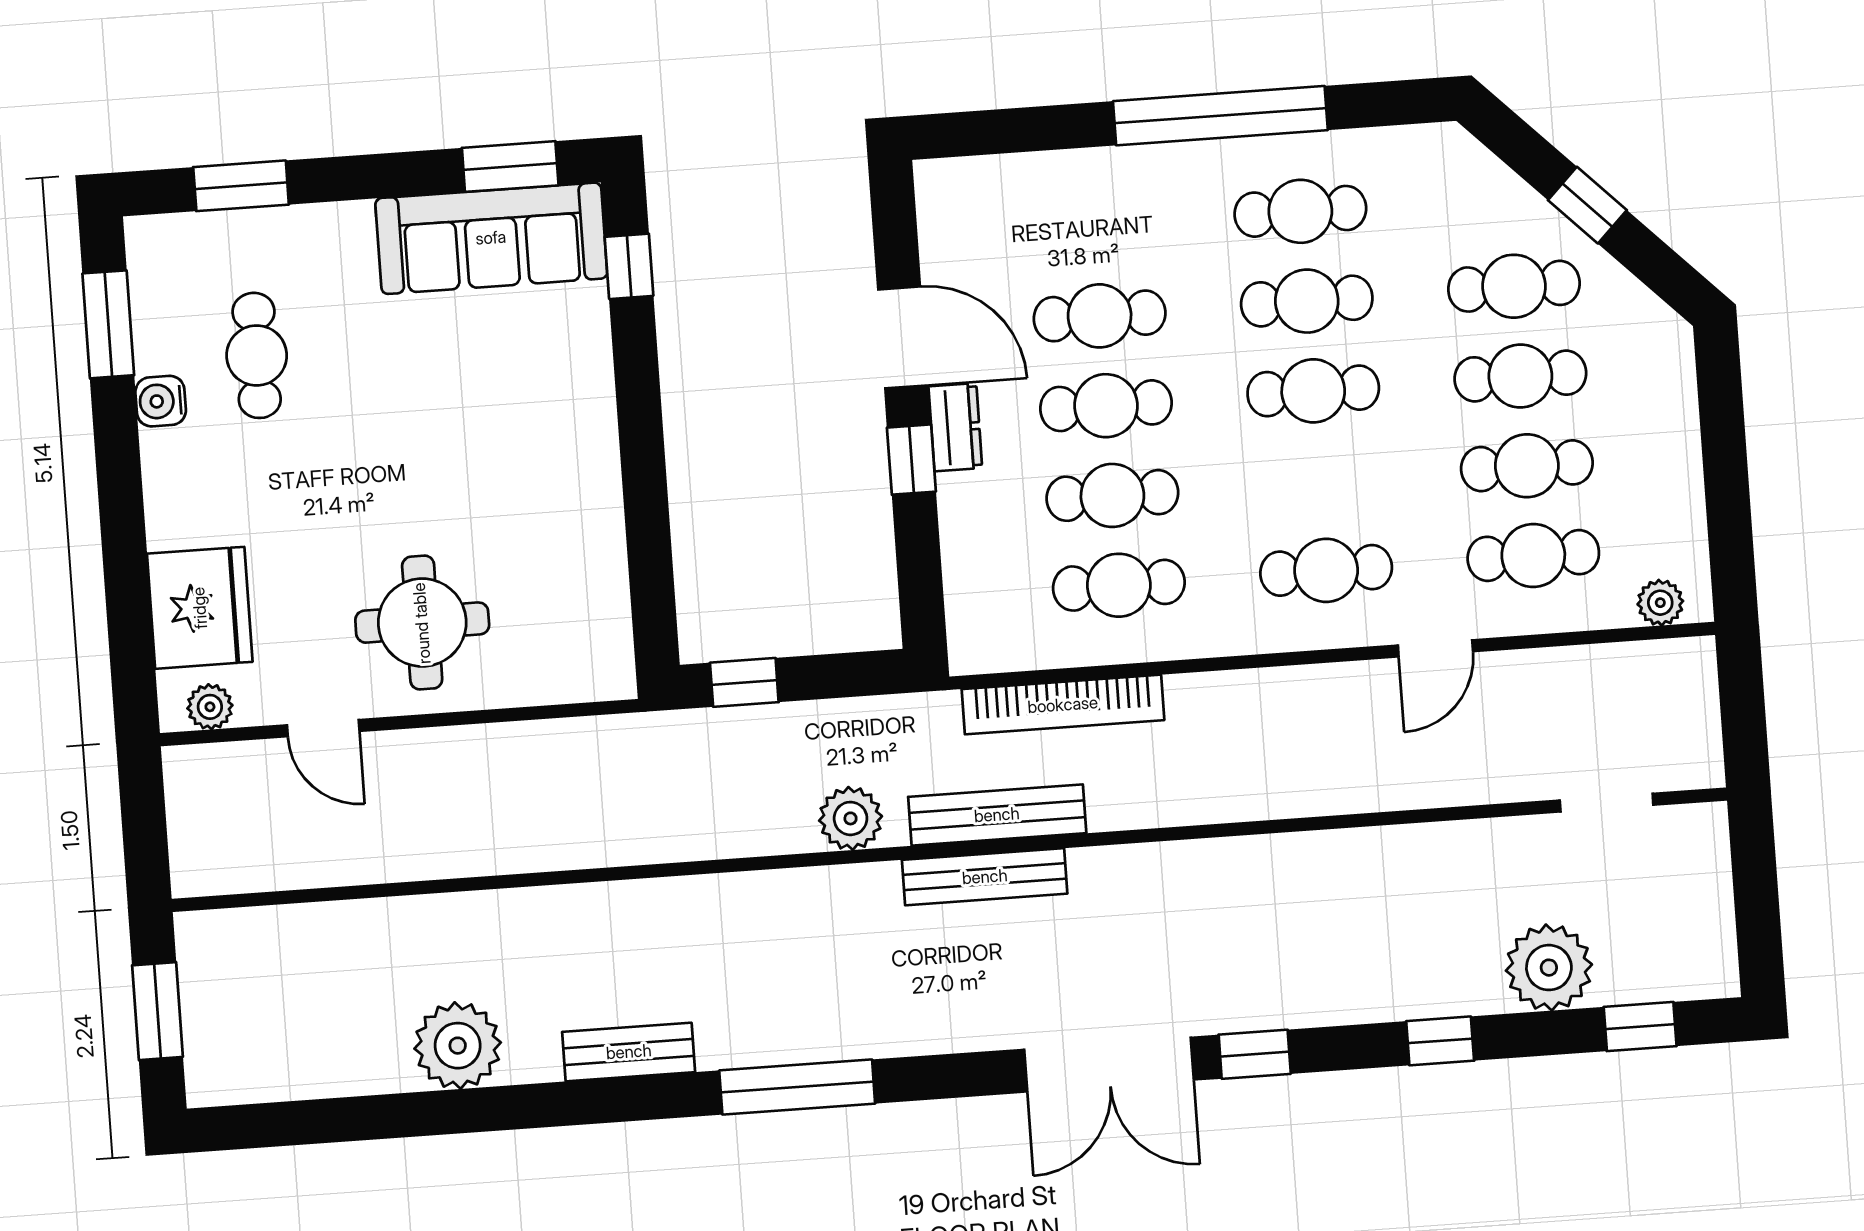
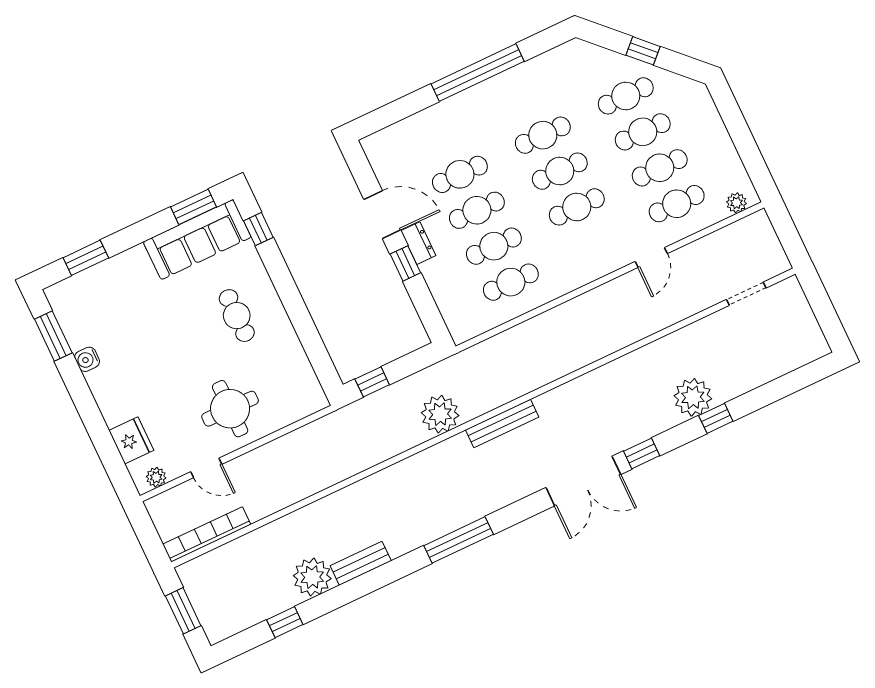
cafe table: (1300, 211) -> (526, 99), removed
cafe table: (257, 355) -> (237, 316), moved
cafe table: (1326, 570) -> (577, 207), moved
fridge: (200, 608) -> (131, 440), width x0.73, depth x0.75
bookcase: (1063, 705) -> (207, 534), moved, turned 180
bench: (997, 815) -> (497, 396), removed
plant: (851, 818) -> (440, 414), width x1.36, depth x1.36
plant: (1549, 968) -> (693, 397), moved
window: (1640, 1027) -> (285, 622), moved
bench: (629, 1052) -> (361, 563), moved

